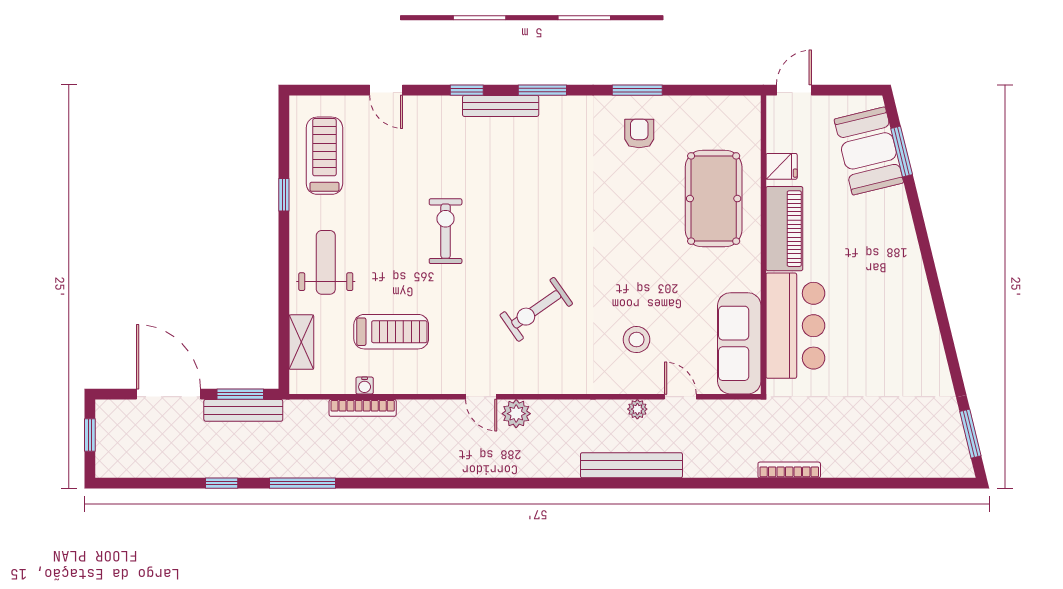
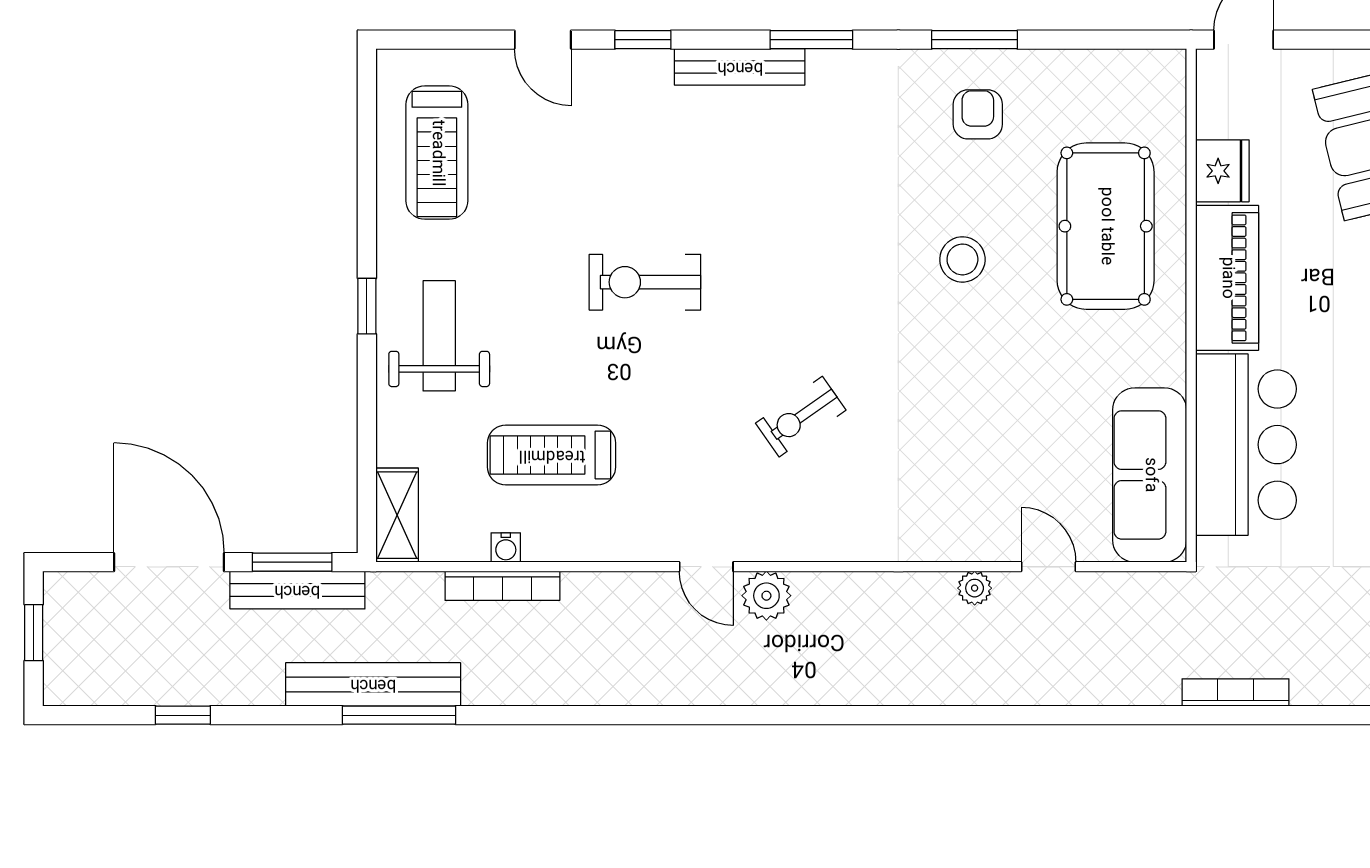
window: (467, 90) -> (643, 40), moved
treadmill: (324, 156) -> (437, 153), turned 180
fridge: (782, 166) -> (1222, 171), width x1.38
window: (284, 195) -> (367, 306), moved
exercise bike: (446, 231) -> (645, 282), turned -90
exercise bike: (536, 309) -> (801, 417), width x0.73, depth x0.72
treadmill: (391, 332) -> (552, 455), turned 180
stool: (636, 340) -> (962, 259), moved
shelving: (301, 342) -> (397, 515), moved
bench: (631, 465) -> (373, 684), moved
window: (222, 483) -> (183, 715), moved

